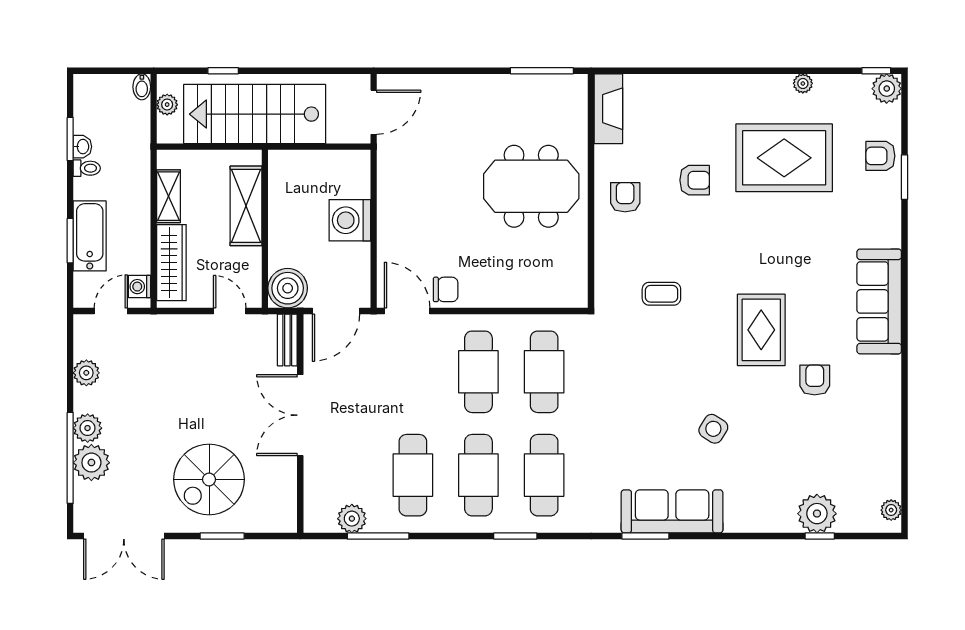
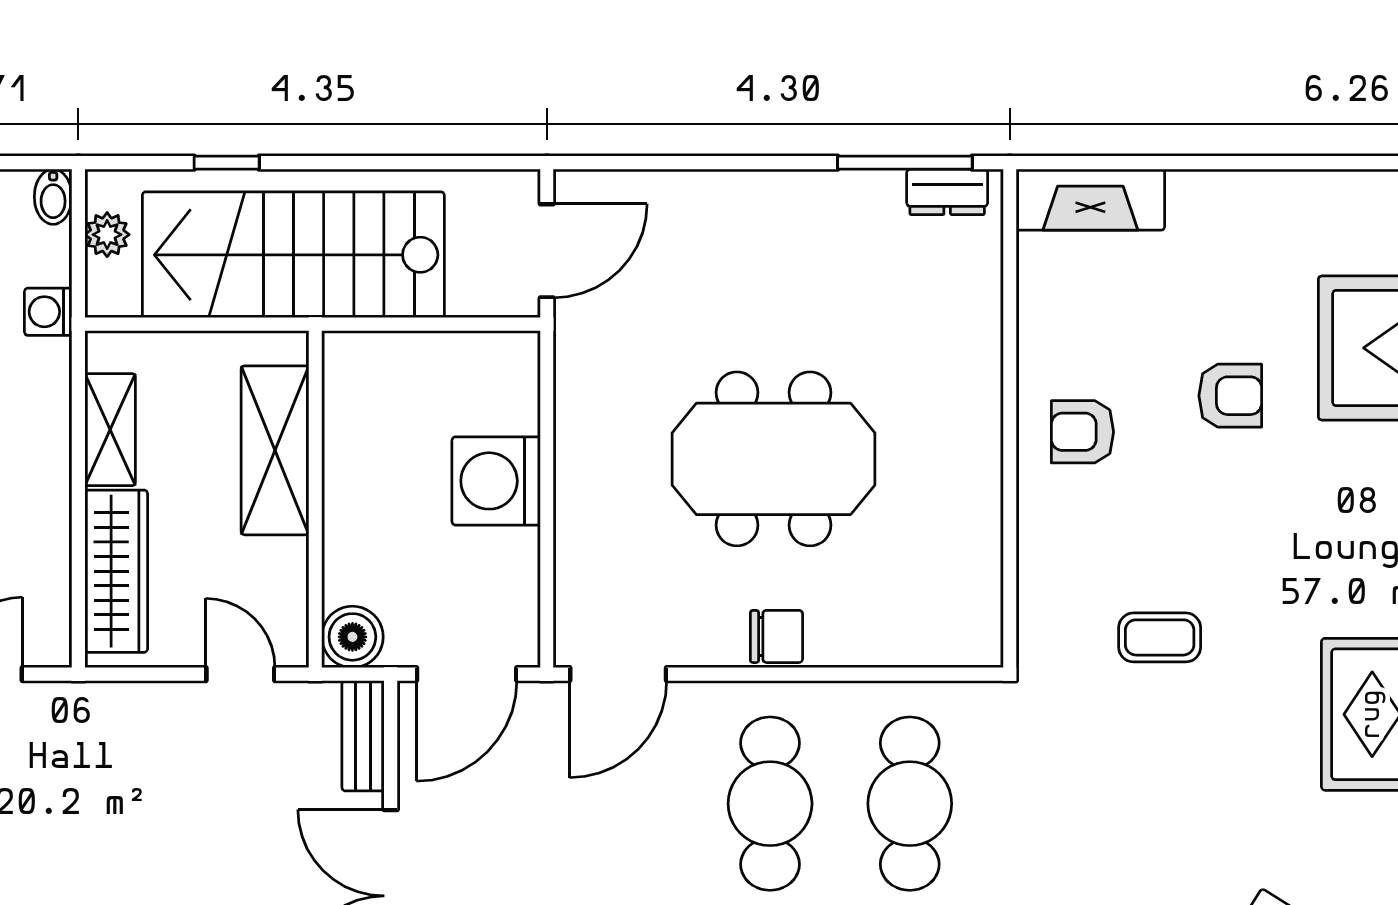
dresser: (562, 84) -> (947, 192), added
fireplace: (608, 109) -> (1090, 200), moved, turned 90
meeting table: (531, 186) -> (773, 459), moved
armchair: (625, 197) -> (1082, 432), turned -90
washing machine: (139, 287) -> (48, 312), moved
boiler: (288, 288) -> (352, 637), width x0.73, depth x0.73
chair: (446, 289) -> (776, 636), moved
door: (407, 311) -> (618, 674), swing flipped

